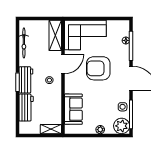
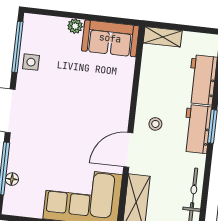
armchair: (98, 68) -> (66, 135), removed
sofa: (73, 109) -> (110, 38), moved, turned -90
plant: (122, 126) -> (36, 28), removed

